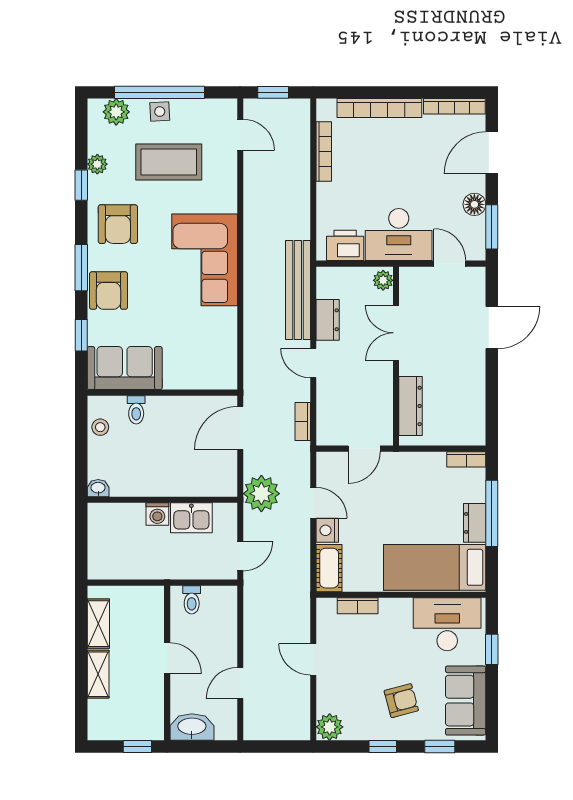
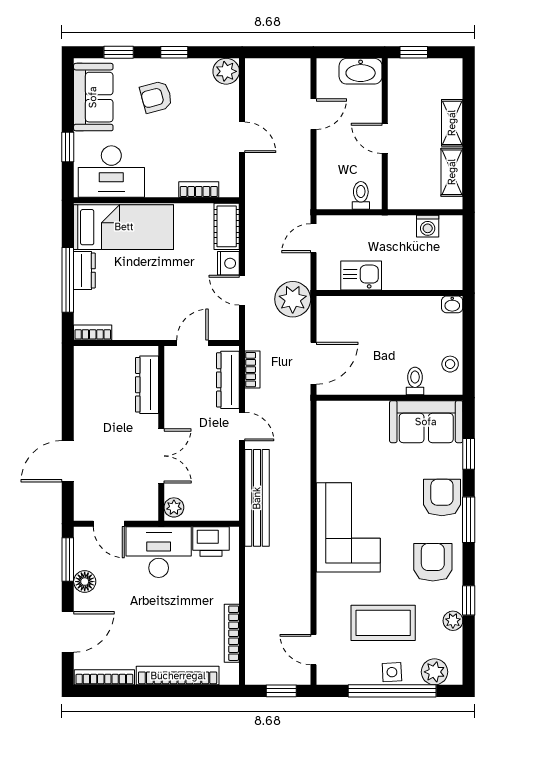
dresser: (328, 320) -> (228, 380), moved, width x1.44
washing machine: (157, 514) -> (428, 226), moved, turned 180

